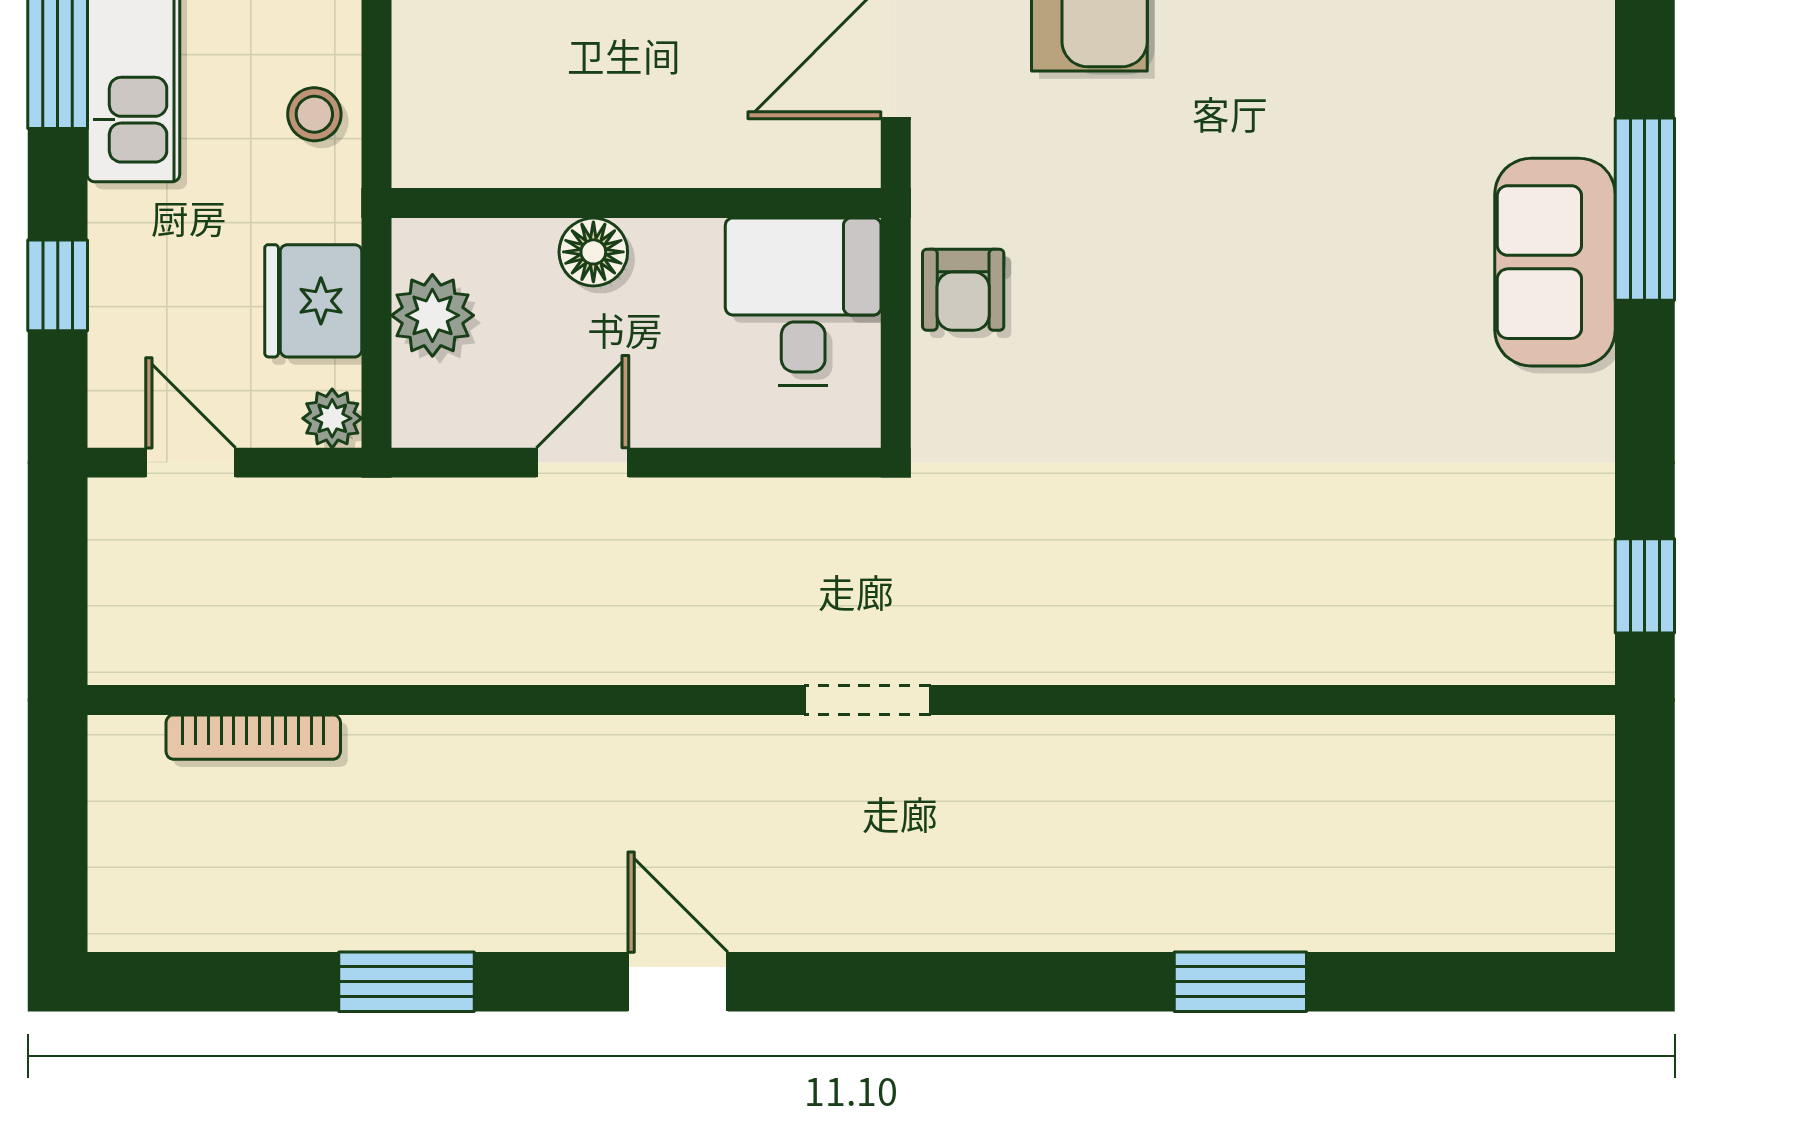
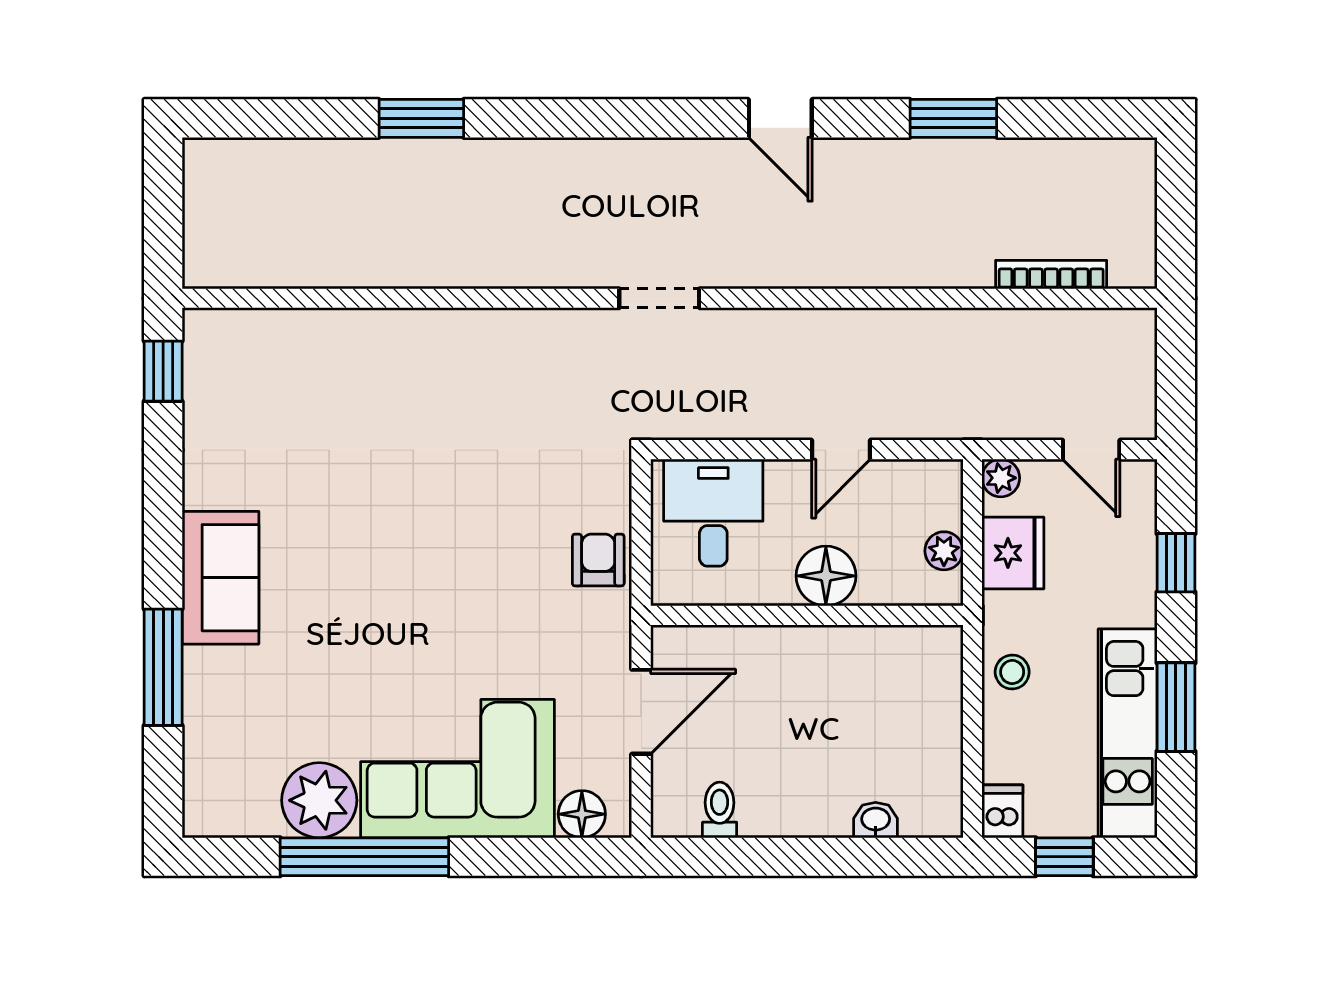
window: (1645, 209) -> (163, 667), moved
floor lamp: (593, 252) -> (826, 576), width x1.38, depth x1.38
desk: (803, 302) -> (713, 513), moved, turned 180
plant: (432, 315) -> (944, 551), width x0.73, depth x0.73

